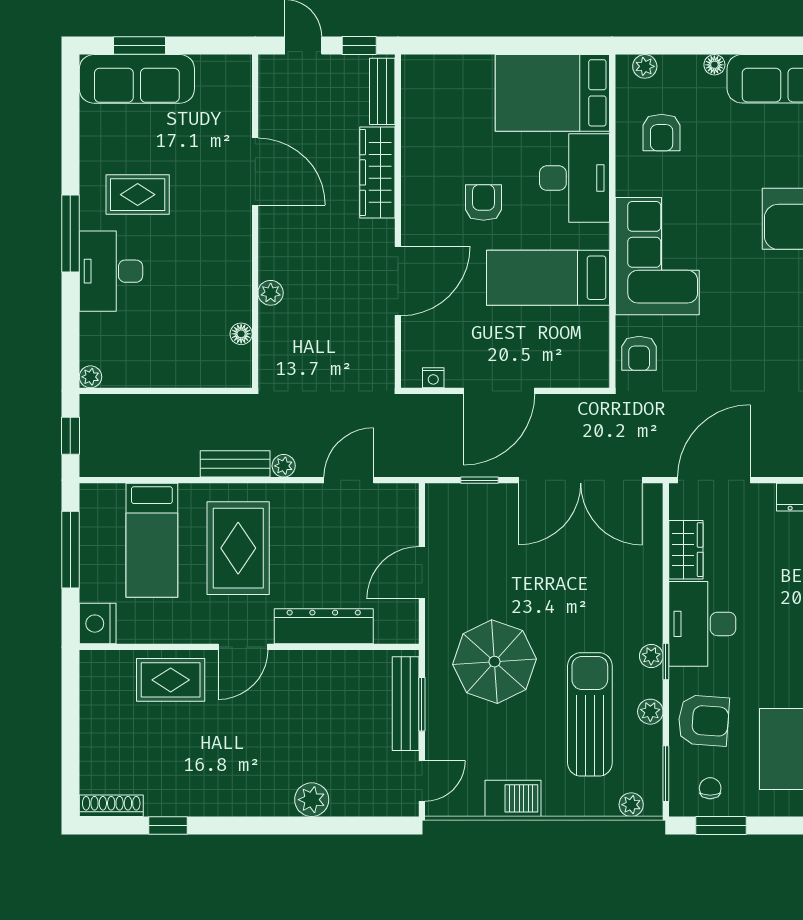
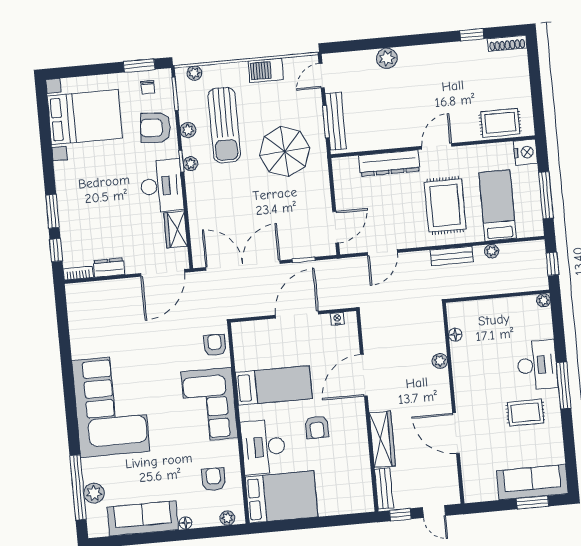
plant: (284, 466) -> (492, 251), moved
door: (422, 573) -> (336, 227), moved
rug: (171, 680) -> (500, 123), moved

